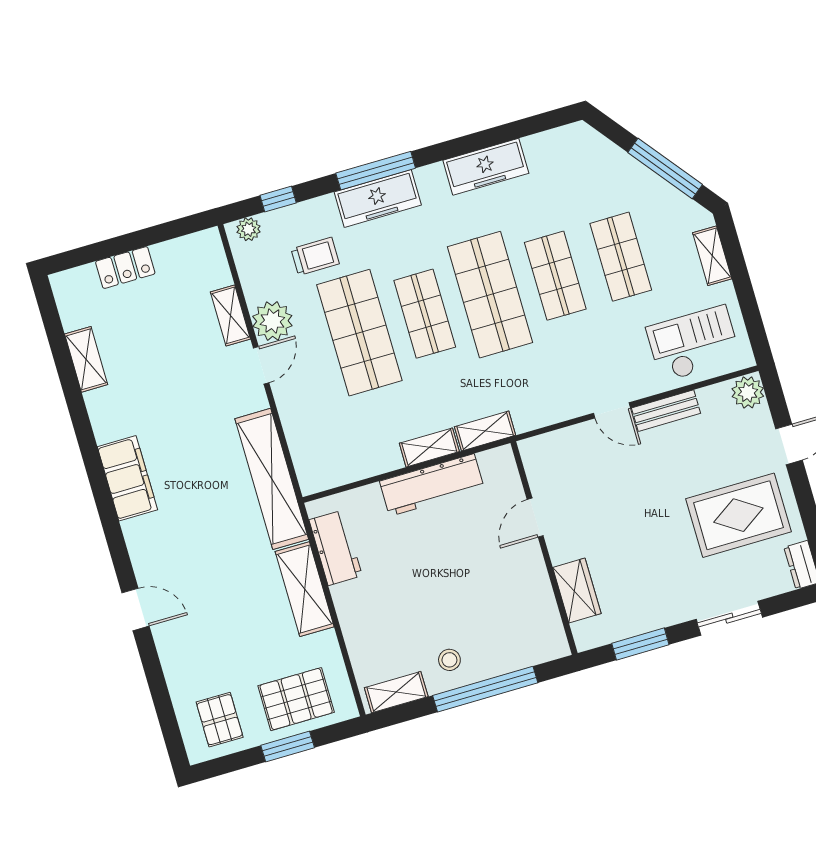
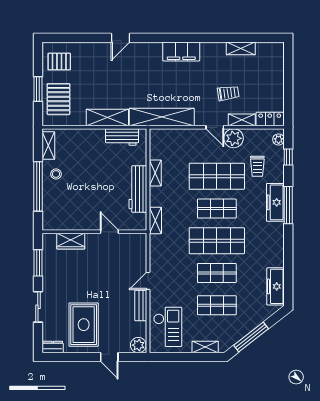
freezer: (486, 167) -> (276, 286), moved
locker: (125, 268) -> (270, 119), moved, turned 90
trolley: (184, 358) -> (228, 93), added
shelving: (429, 447) -> (155, 173), moved

